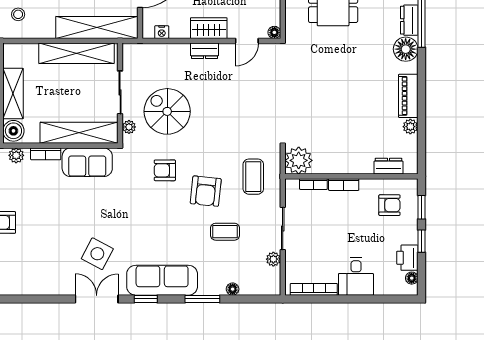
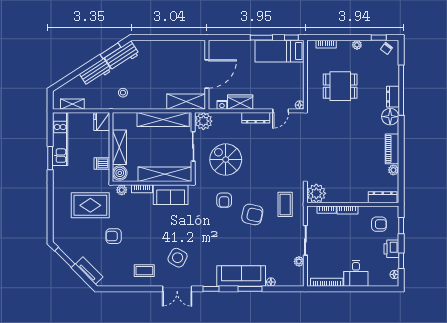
shelving: (97, 27) -> (186, 102), width x0.68
wardrobe: (209, 28) -> (240, 102), moved
dresser: (204, 51) -> (256, 118), width x1.44
plant: (129, 127) -> (203, 121), moved, width x1.87, depth x1.87
dresser: (388, 166) -> (383, 197), width x1.44
armchair: (165, 170) -> (224, 200), turned -90
armchair: (206, 191) -> (252, 214), turned -84
coffee table: (225, 232) -> (144, 271), moved
window: (422, 241) -> (401, 261), moved
printer: (407, 258) -> (391, 249), moved
sofa: (162, 280) -> (241, 276), moved
double door: (97, 299) -> (177, 289), swing flipped

